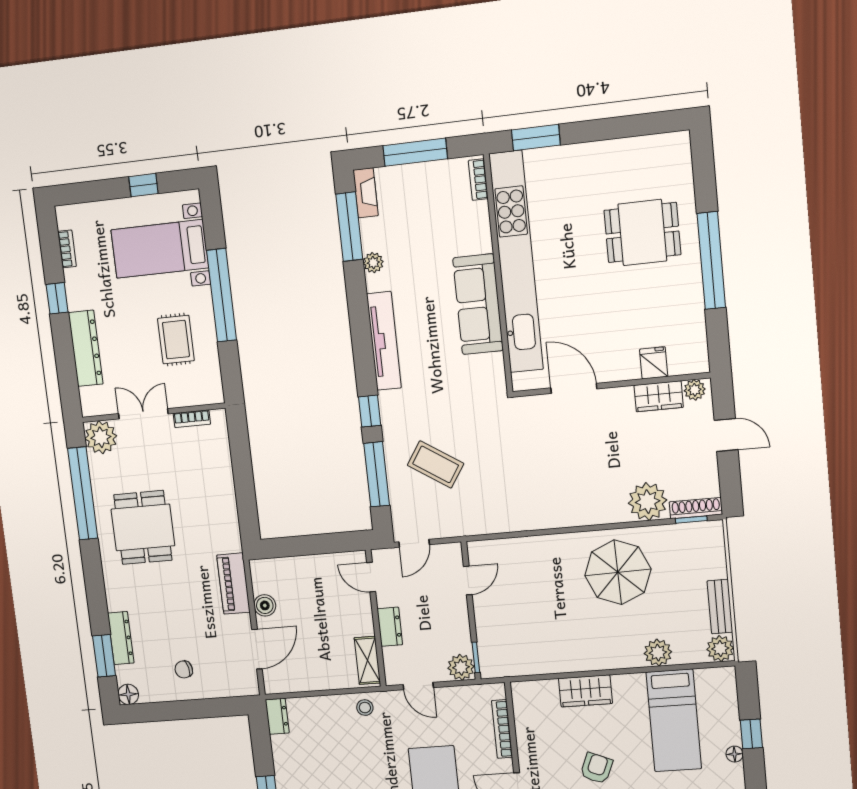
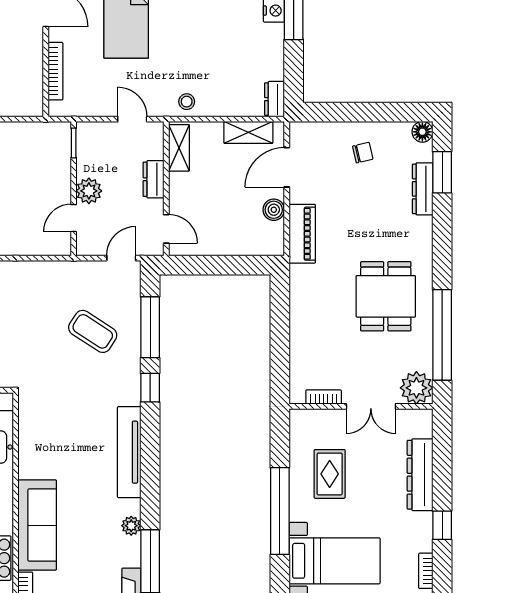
sofa: (478, 304) -> (37, 525), moved
plant: (461, 667) -> (89, 191), moved
shelving: (299, 681) -> (248, 132), added

